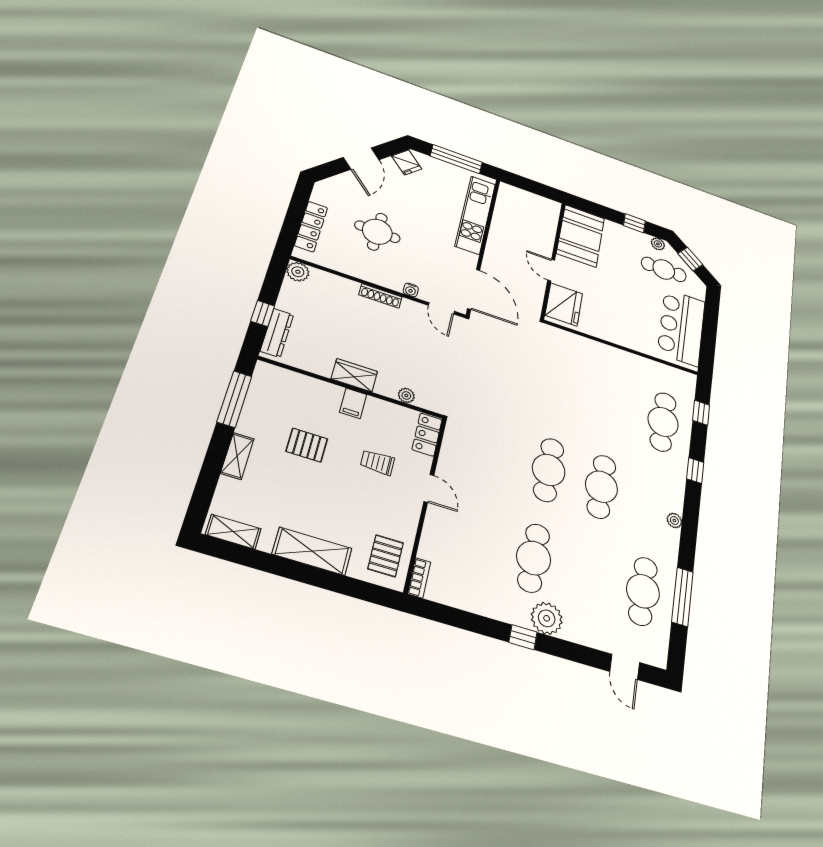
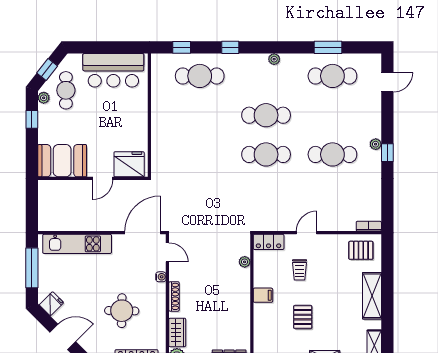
door: (441, 308) -> (167, 252), hinge flipped
wardrobe: (354, 375) -> (177, 332), moved, turned 180
window: (682, 597) -> (328, 47), width x0.69
plant: (547, 618) -> (376, 144), width x0.53, depth x0.53

